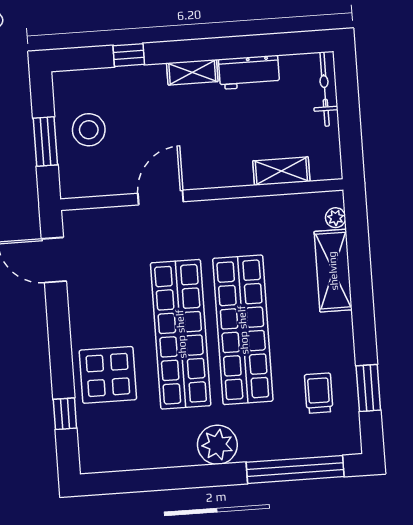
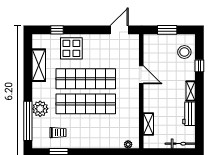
stool: (89, 130) -> (184, 52), moved
shelving: (333, 271) -> (39, 65), moved, turned 90
plant: (217, 445) -> (40, 109), moved

